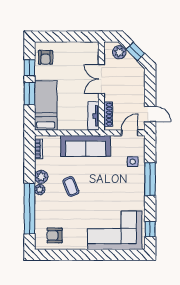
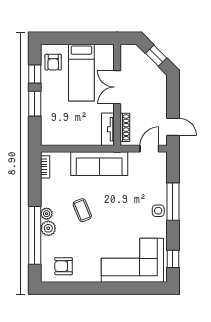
plant: (119, 52) -> (138, 56), removed
bed: (46, 105) -> (81, 73), moved, turned 180
side table: (133, 162) -> (158, 211), moved
plant: (41, 177) -> (48, 228), moved

